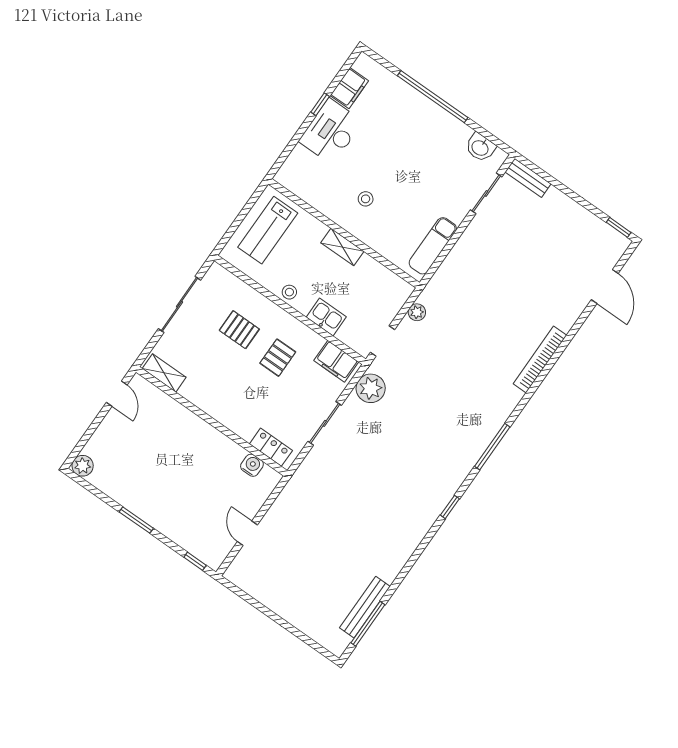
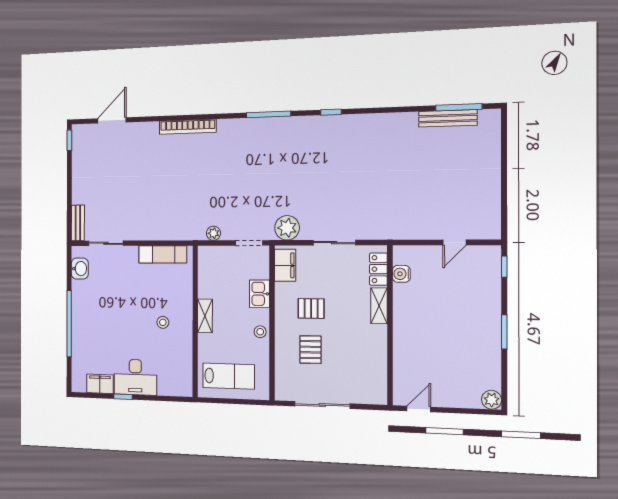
shelving: (164, 373) -> (379, 306), moved

